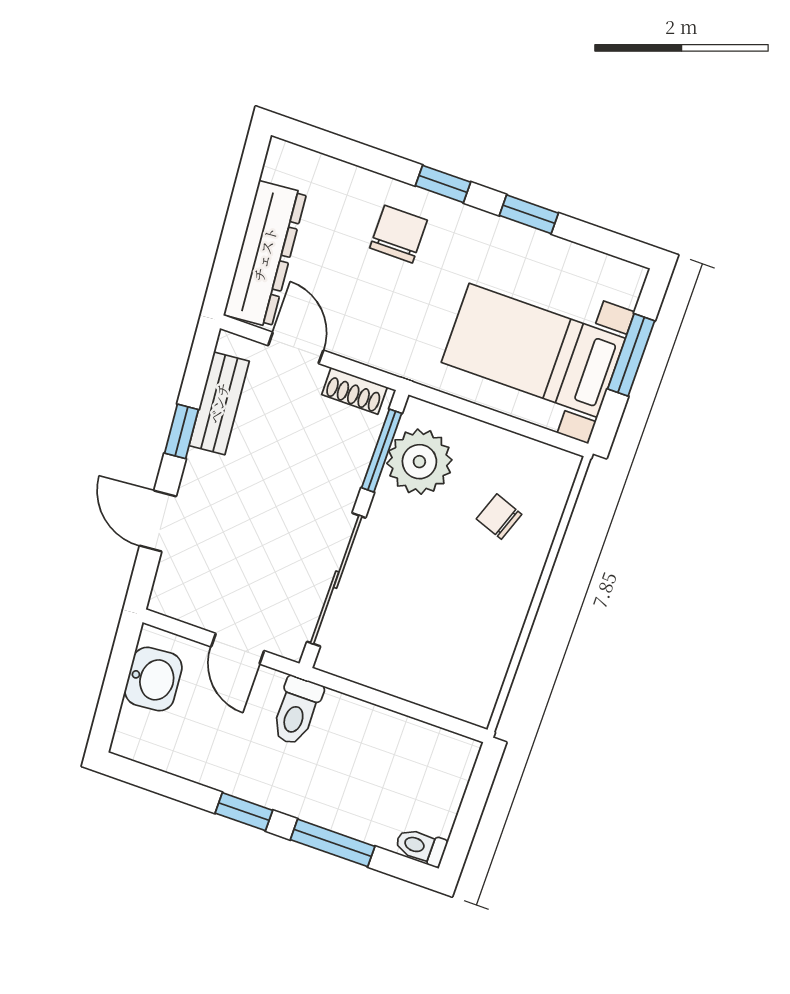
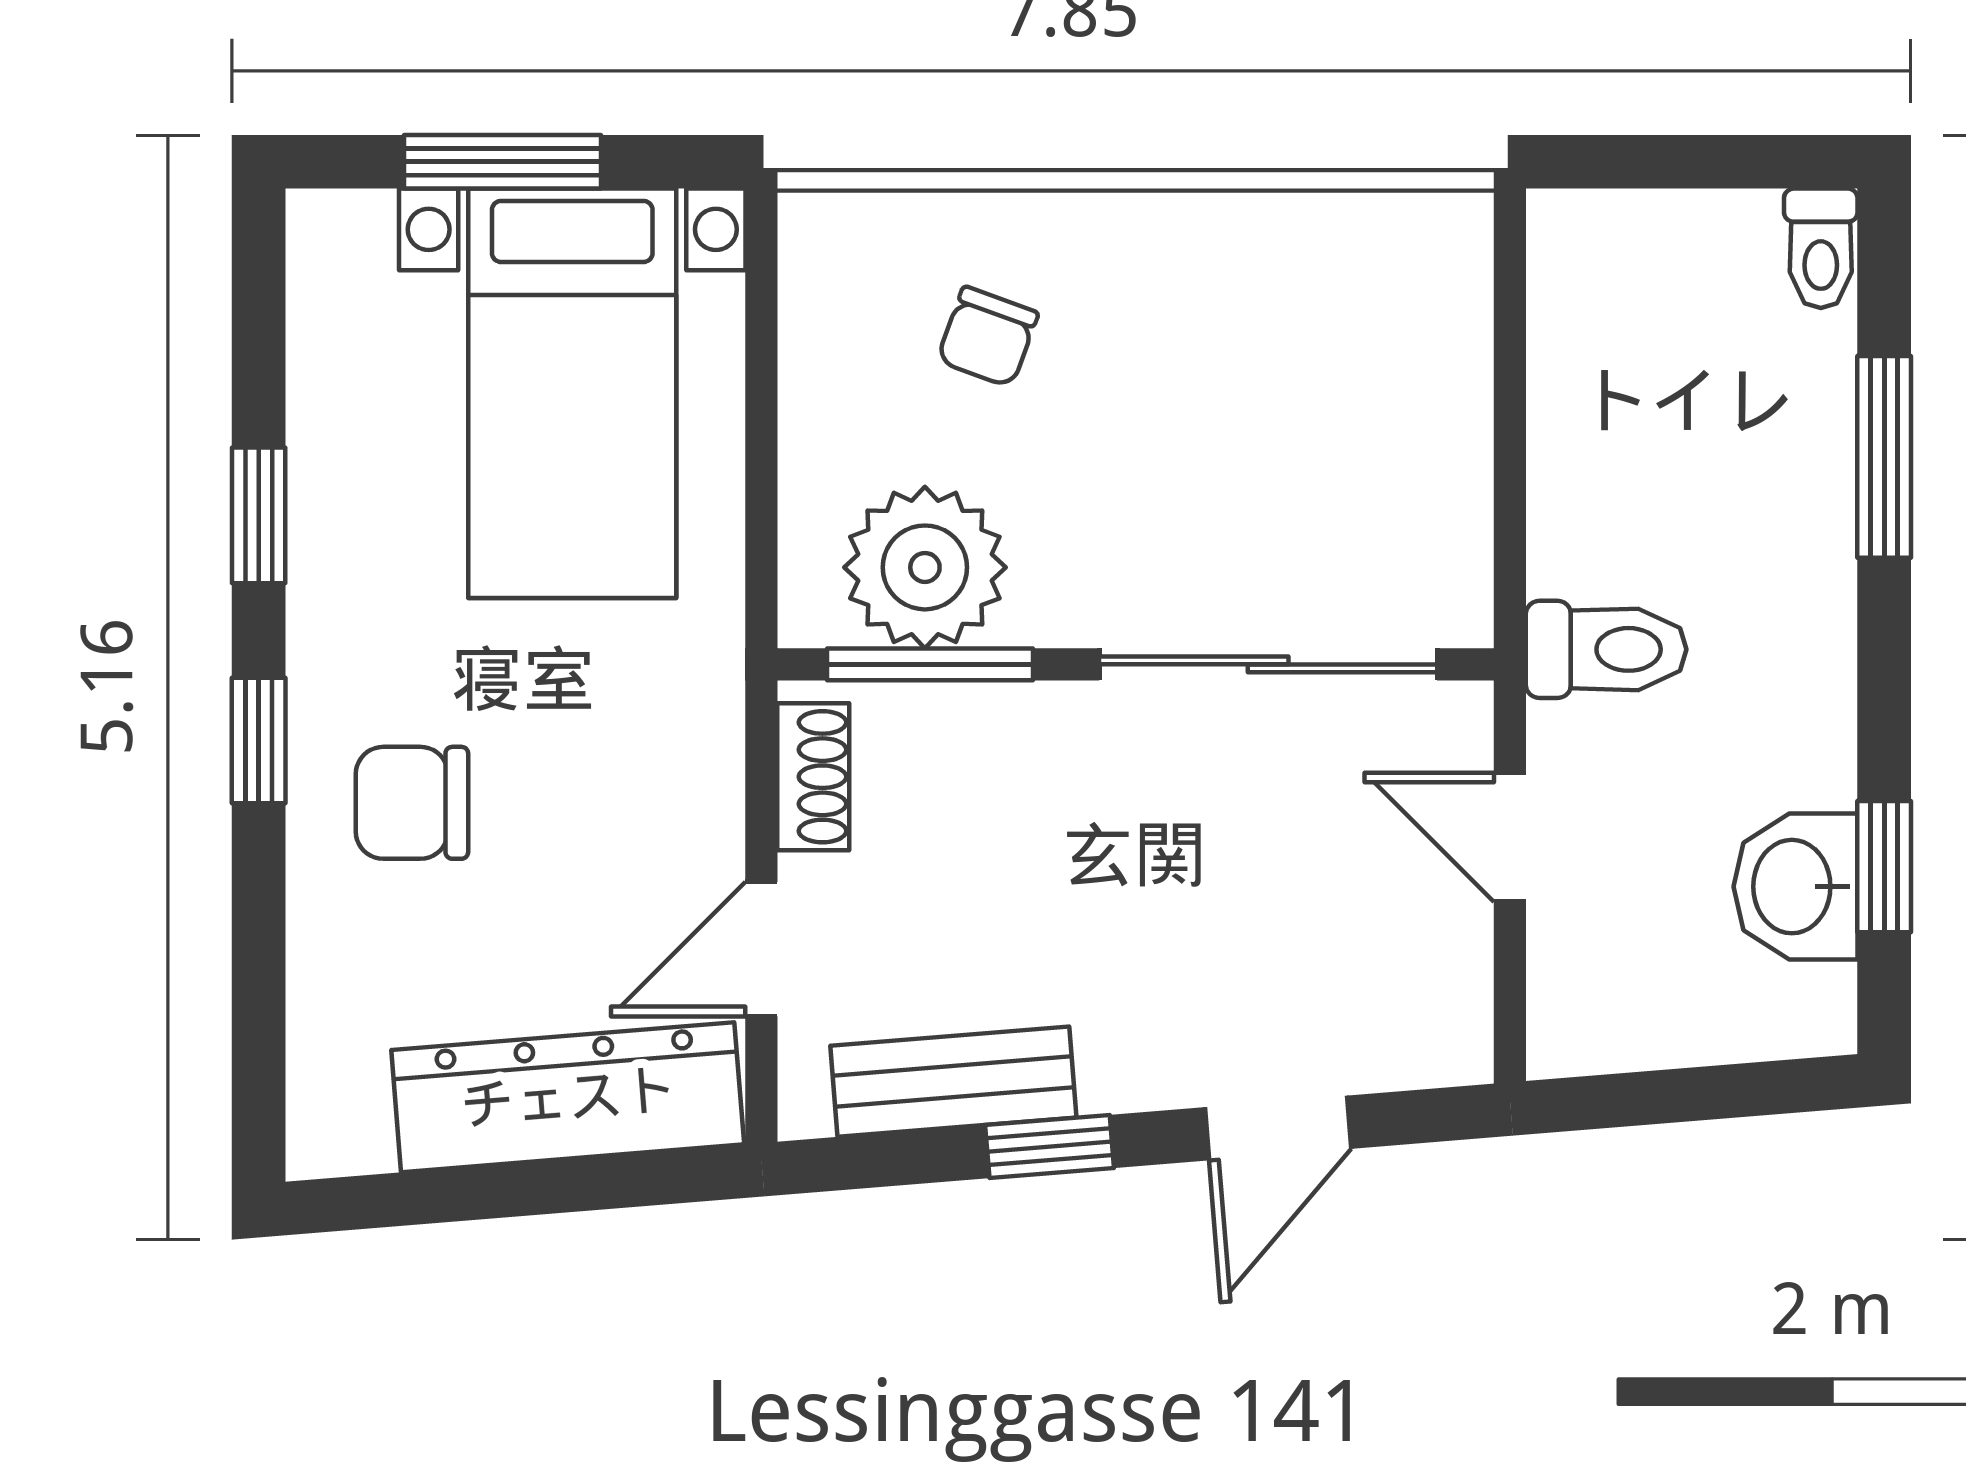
door: (238, 649) -> (1510, 837), swing flipped
washbasin: (153, 679) -> (1796, 887), moved, turned -85
window: (244, 812) -> (1884, 867), moved

